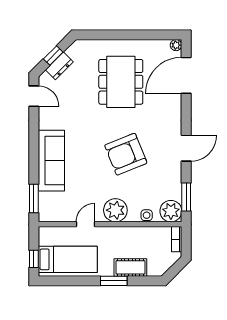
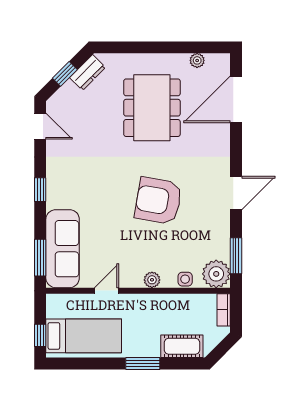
plant: (176, 45) -> (197, 60), moved
dresser: (59, 66) -> (88, 72), moved
window: (34, 146) -> (40, 190), added
armchair: (126, 154) -> (158, 201), turned 32
sofa: (51, 161) -> (63, 249), moved
plant: (115, 210) -> (152, 280), width x0.53, depth x0.53
cot: (130, 267) -> (182, 346), moved

